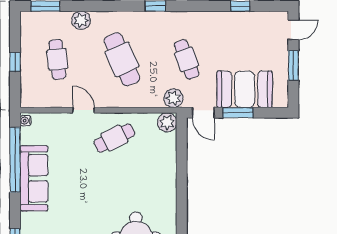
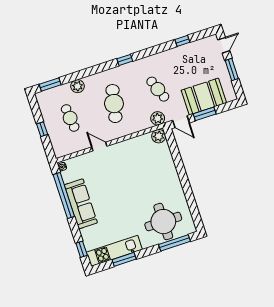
cafe table: (122, 59) -> (114, 104), turned 36
cafe table: (114, 138) -> (126, 159), removed

